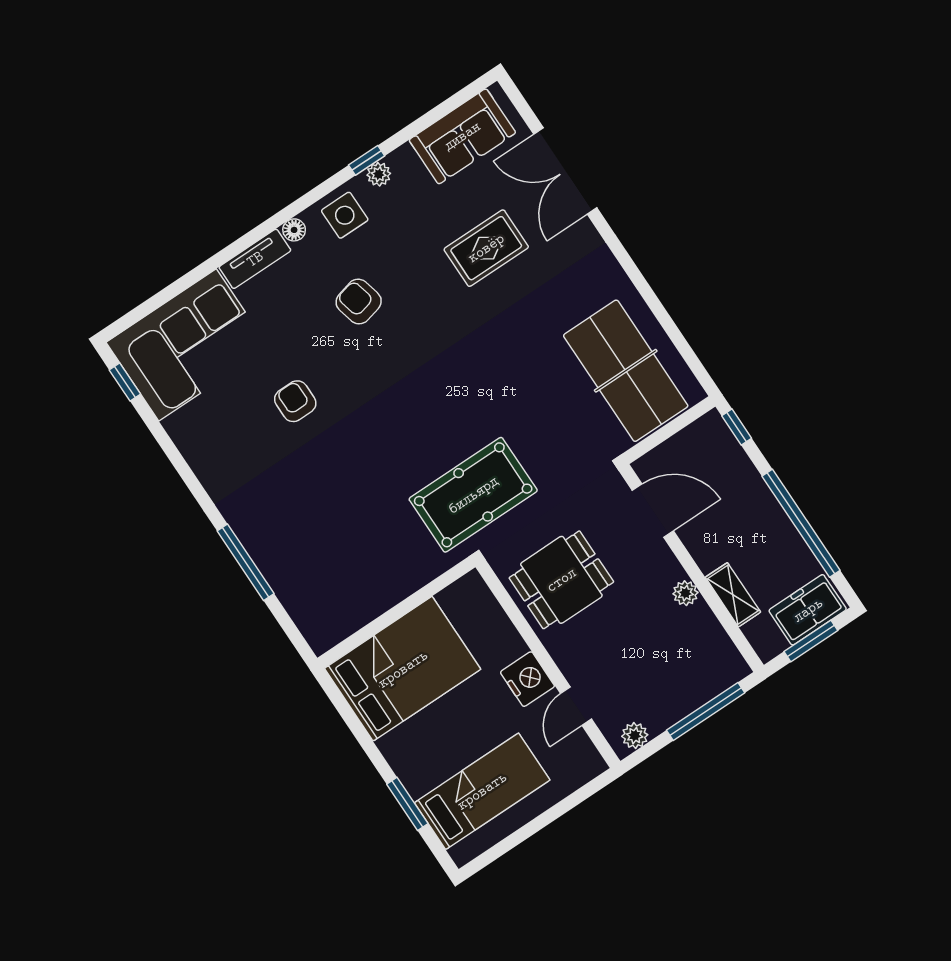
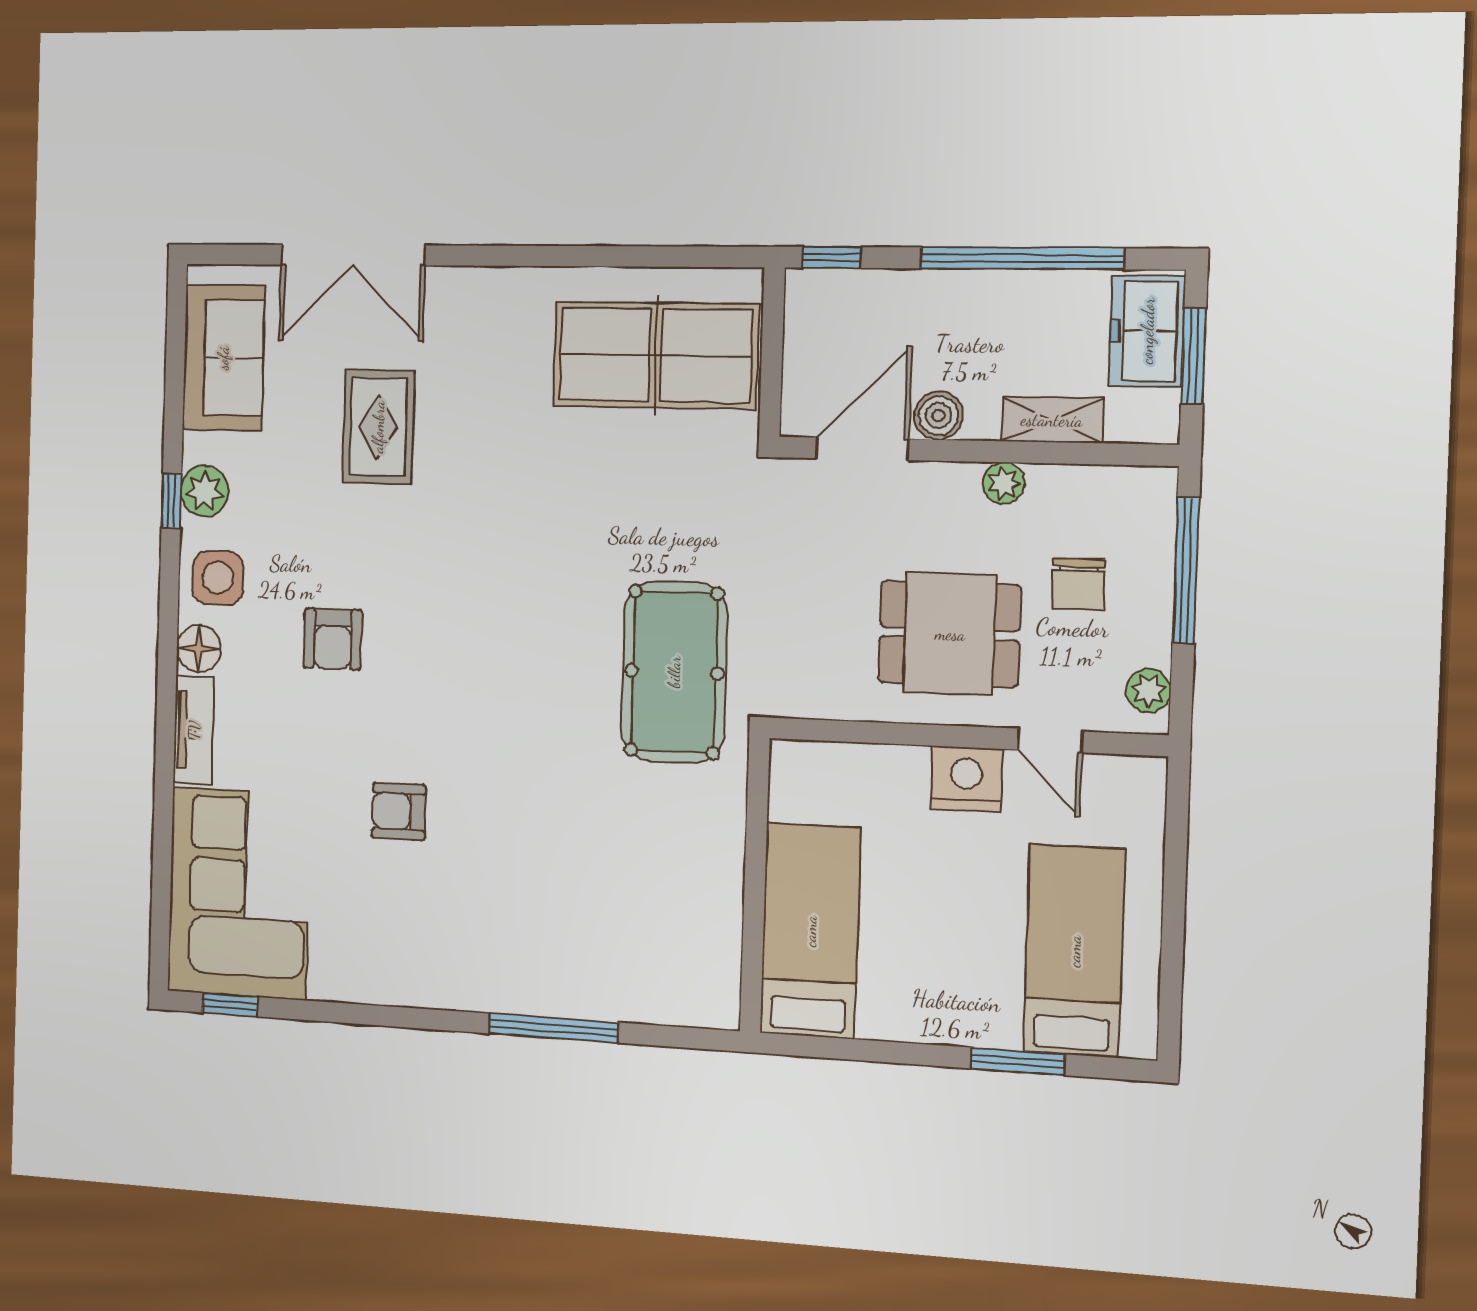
plant: (379, 174) -> (205, 491), width x1.38, depth x1.38
floor lamp: (294, 230) -> (199, 649), width x1.37, depth x1.37
armchair: (359, 302) -> (333, 639), turned -76
boiler: (696, 537) -> (938, 416), added
dining table: (561, 580) -> (950, 634), moved, turned 90
chair: (662, 665) -> (1078, 584), added
bed: (403, 669) -> (810, 931), width x0.67

